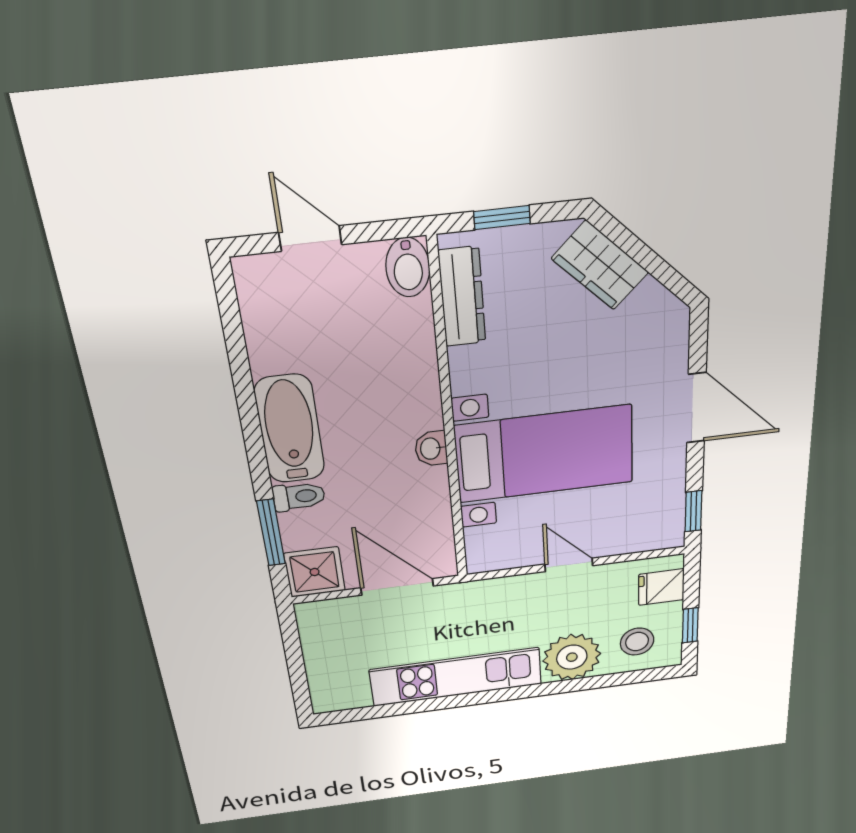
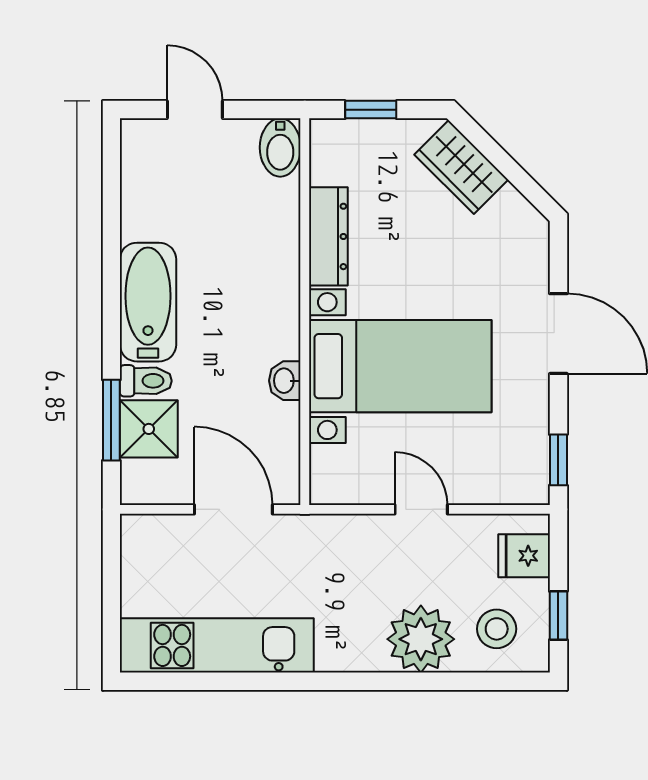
dresser: (462, 297) -> (328, 236), moved
washbasin: (431, 449) -> (285, 381), moved
shower: (315, 572) -> (149, 429), moved
kitchen unit: (456, 677) -> (217, 645), moved

